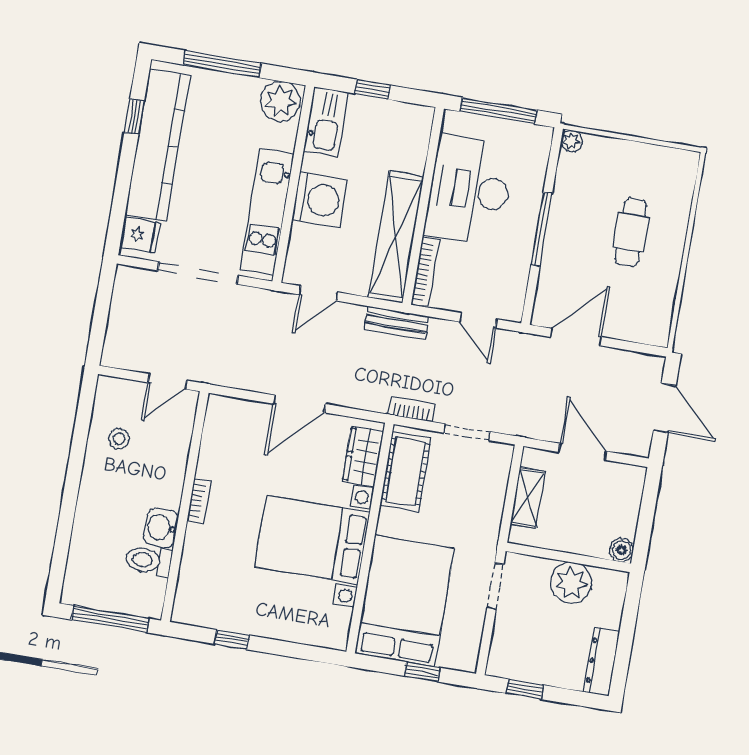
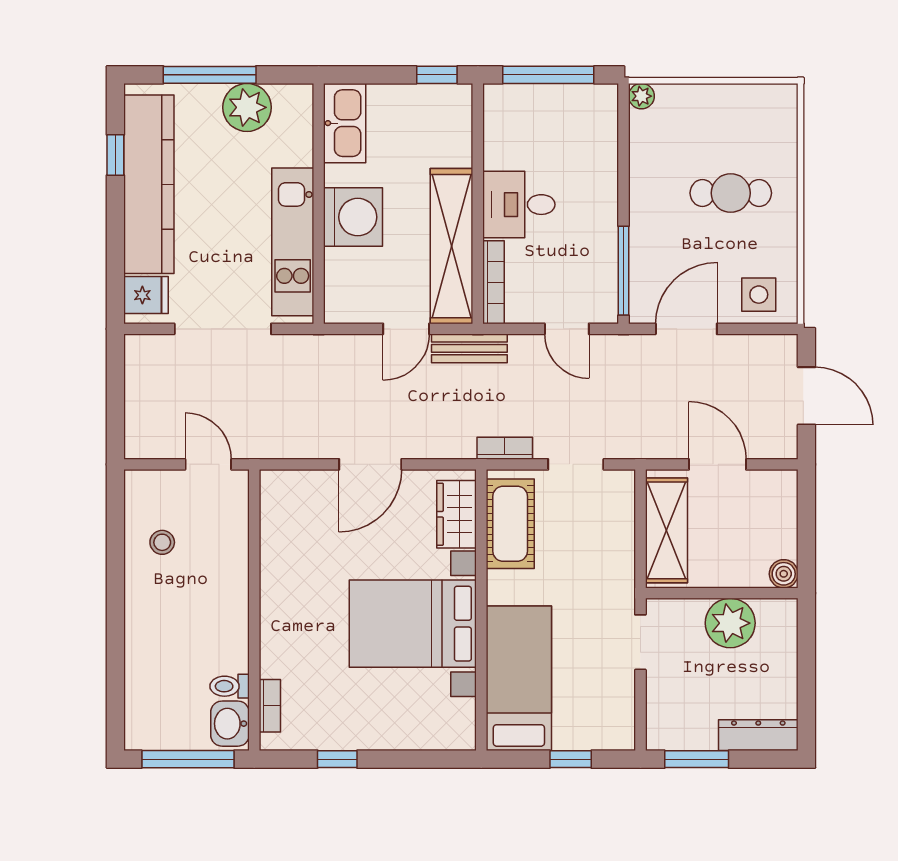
window: (372, 89) -> (437, 75), moved
plant: (280, 101) -> (247, 107), moved
desk: (469, 190) -> (519, 205), width x0.53, depth x0.77
window: (542, 229) -> (623, 271), moved
cafe table: (631, 232) -> (731, 193), turned 90
door: (319, 293) -> (406, 329), moved
side table: (640, 319) -> (759, 295), added
door: (167, 382) -> (208, 464), swing flipped
shelving: (528, 498) -> (666, 530), width x1.50, depth x1.33
bookcase: (199, 501) -> (270, 706), moved
washbasin: (161, 528) -> (230, 724), moved
toilet: (149, 561) -> (230, 686), width x0.73, depth x0.72
bed: (404, 601) -> (519, 678), width x0.67
dresser: (602, 662) -> (758, 735), moved, turned 90
window: (525, 689) -> (697, 759), width x1.50

